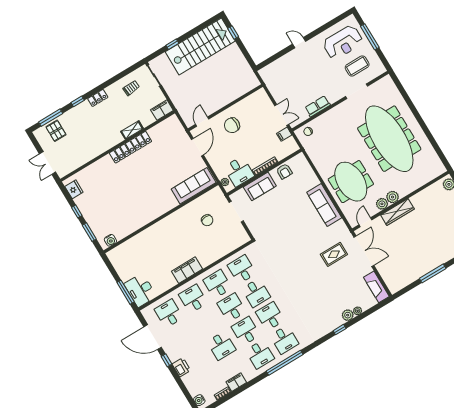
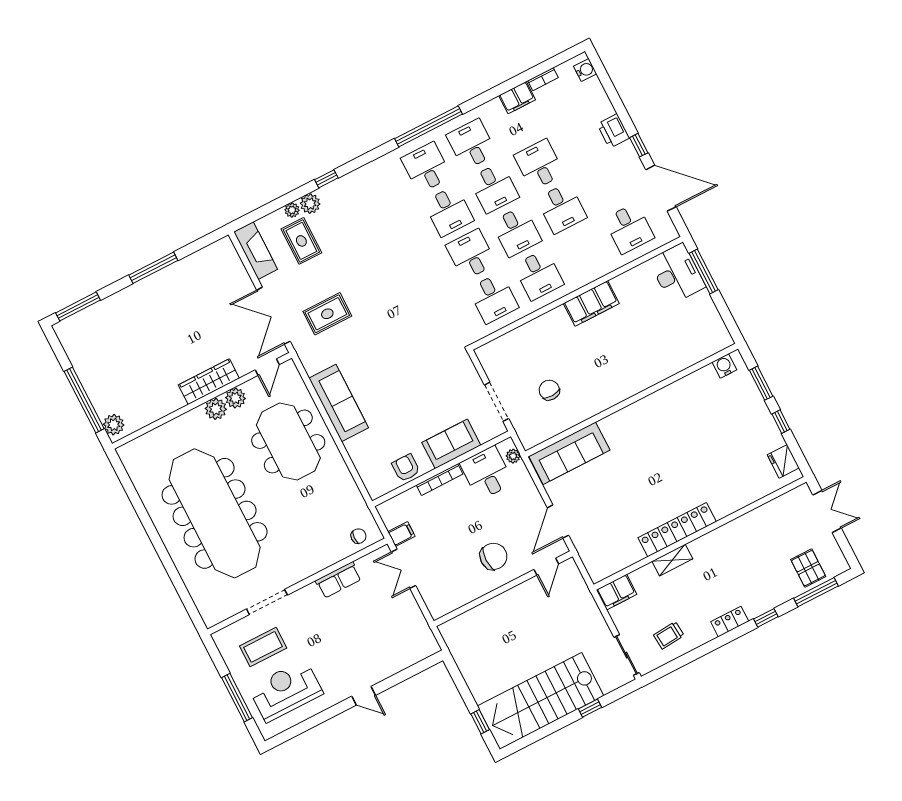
rug: (351, 294) -> (301, 241), added
desk: (193, 299) -> (562, 208), moved

